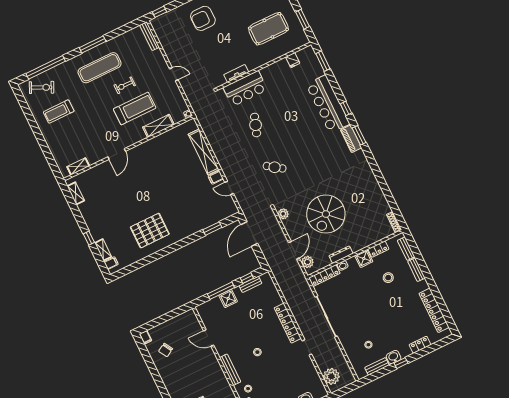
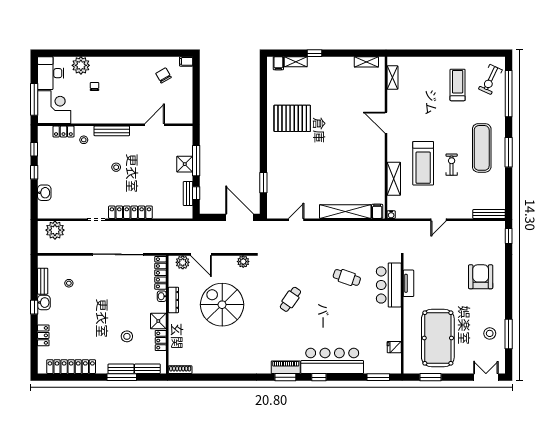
pool table: (268, 29) -> (438, 338), width x1.36, depth x1.32
cafe table: (275, 167) -> (290, 299), moved
filing cabinet: (216, 177) -> (377, 211), moved
pallet: (150, 231) -> (292, 118), turned 90
window: (423, 266) -> (122, 377), added

